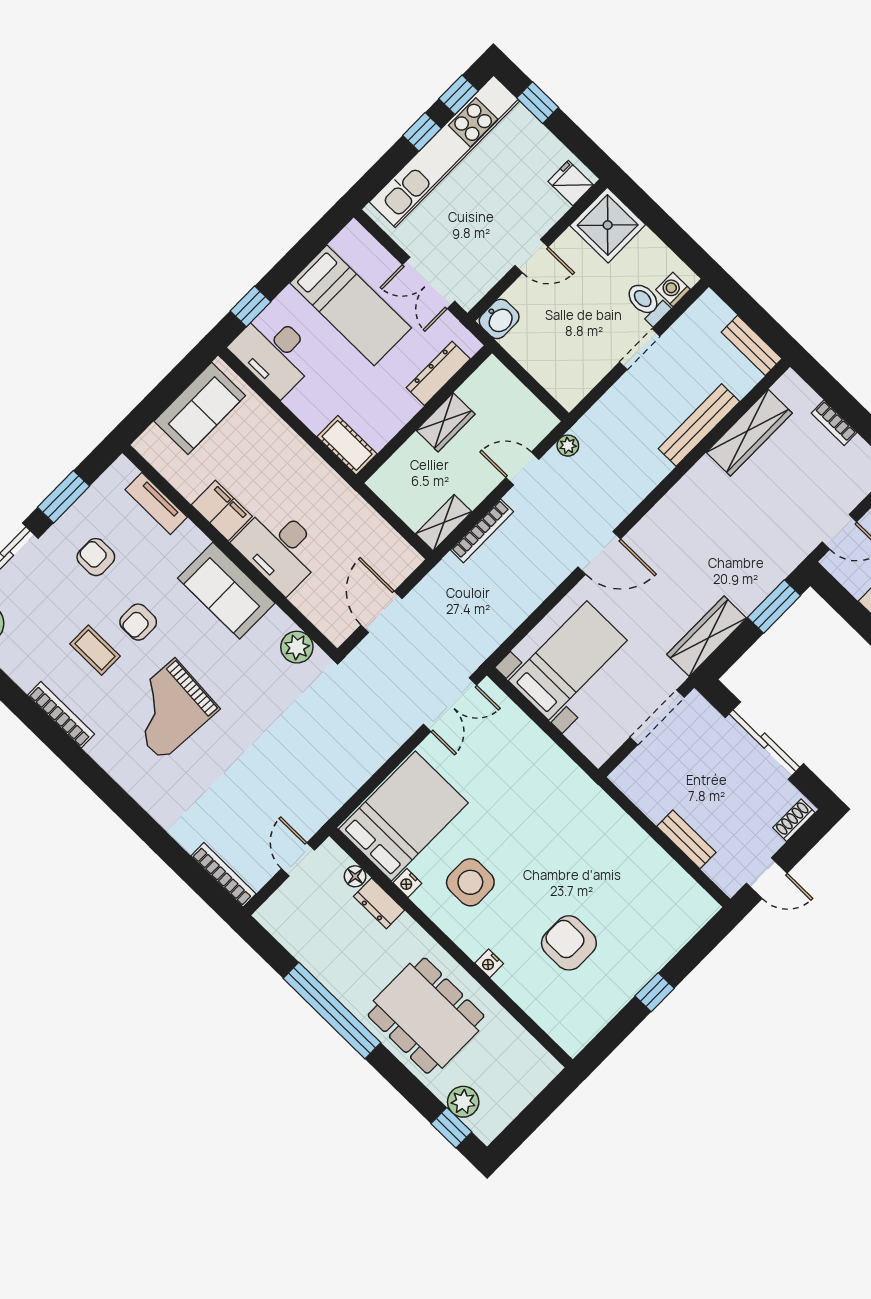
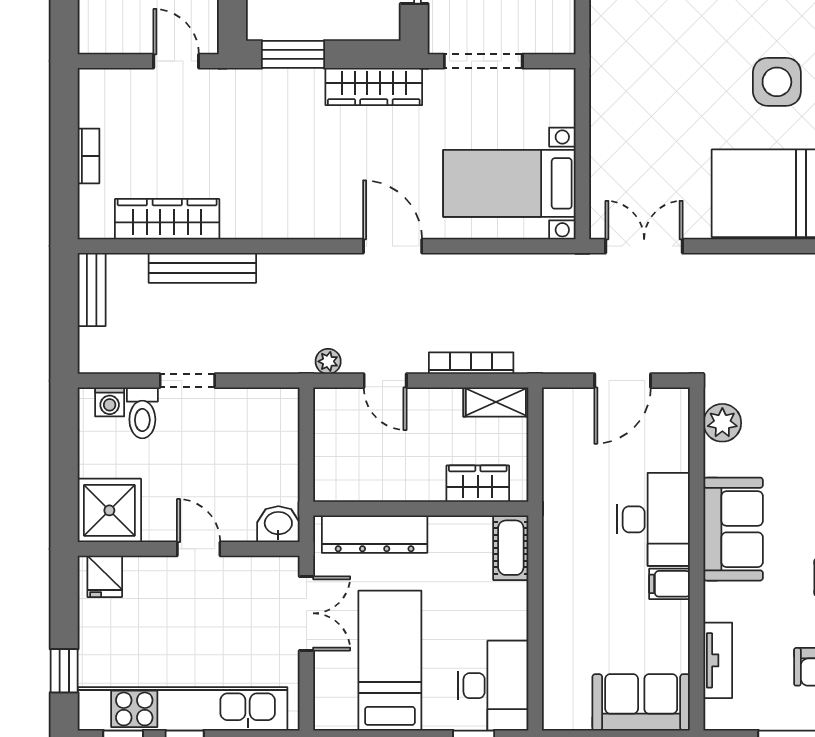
dresser: (438, 373) -> (375, 534), width x1.37, depth x1.24
sofa: (200, 408) -> (641, 702), moved
wardrobe: (446, 422) -> (478, 484), moved
filing cabinet: (222, 511) -> (670, 584), width x0.50

